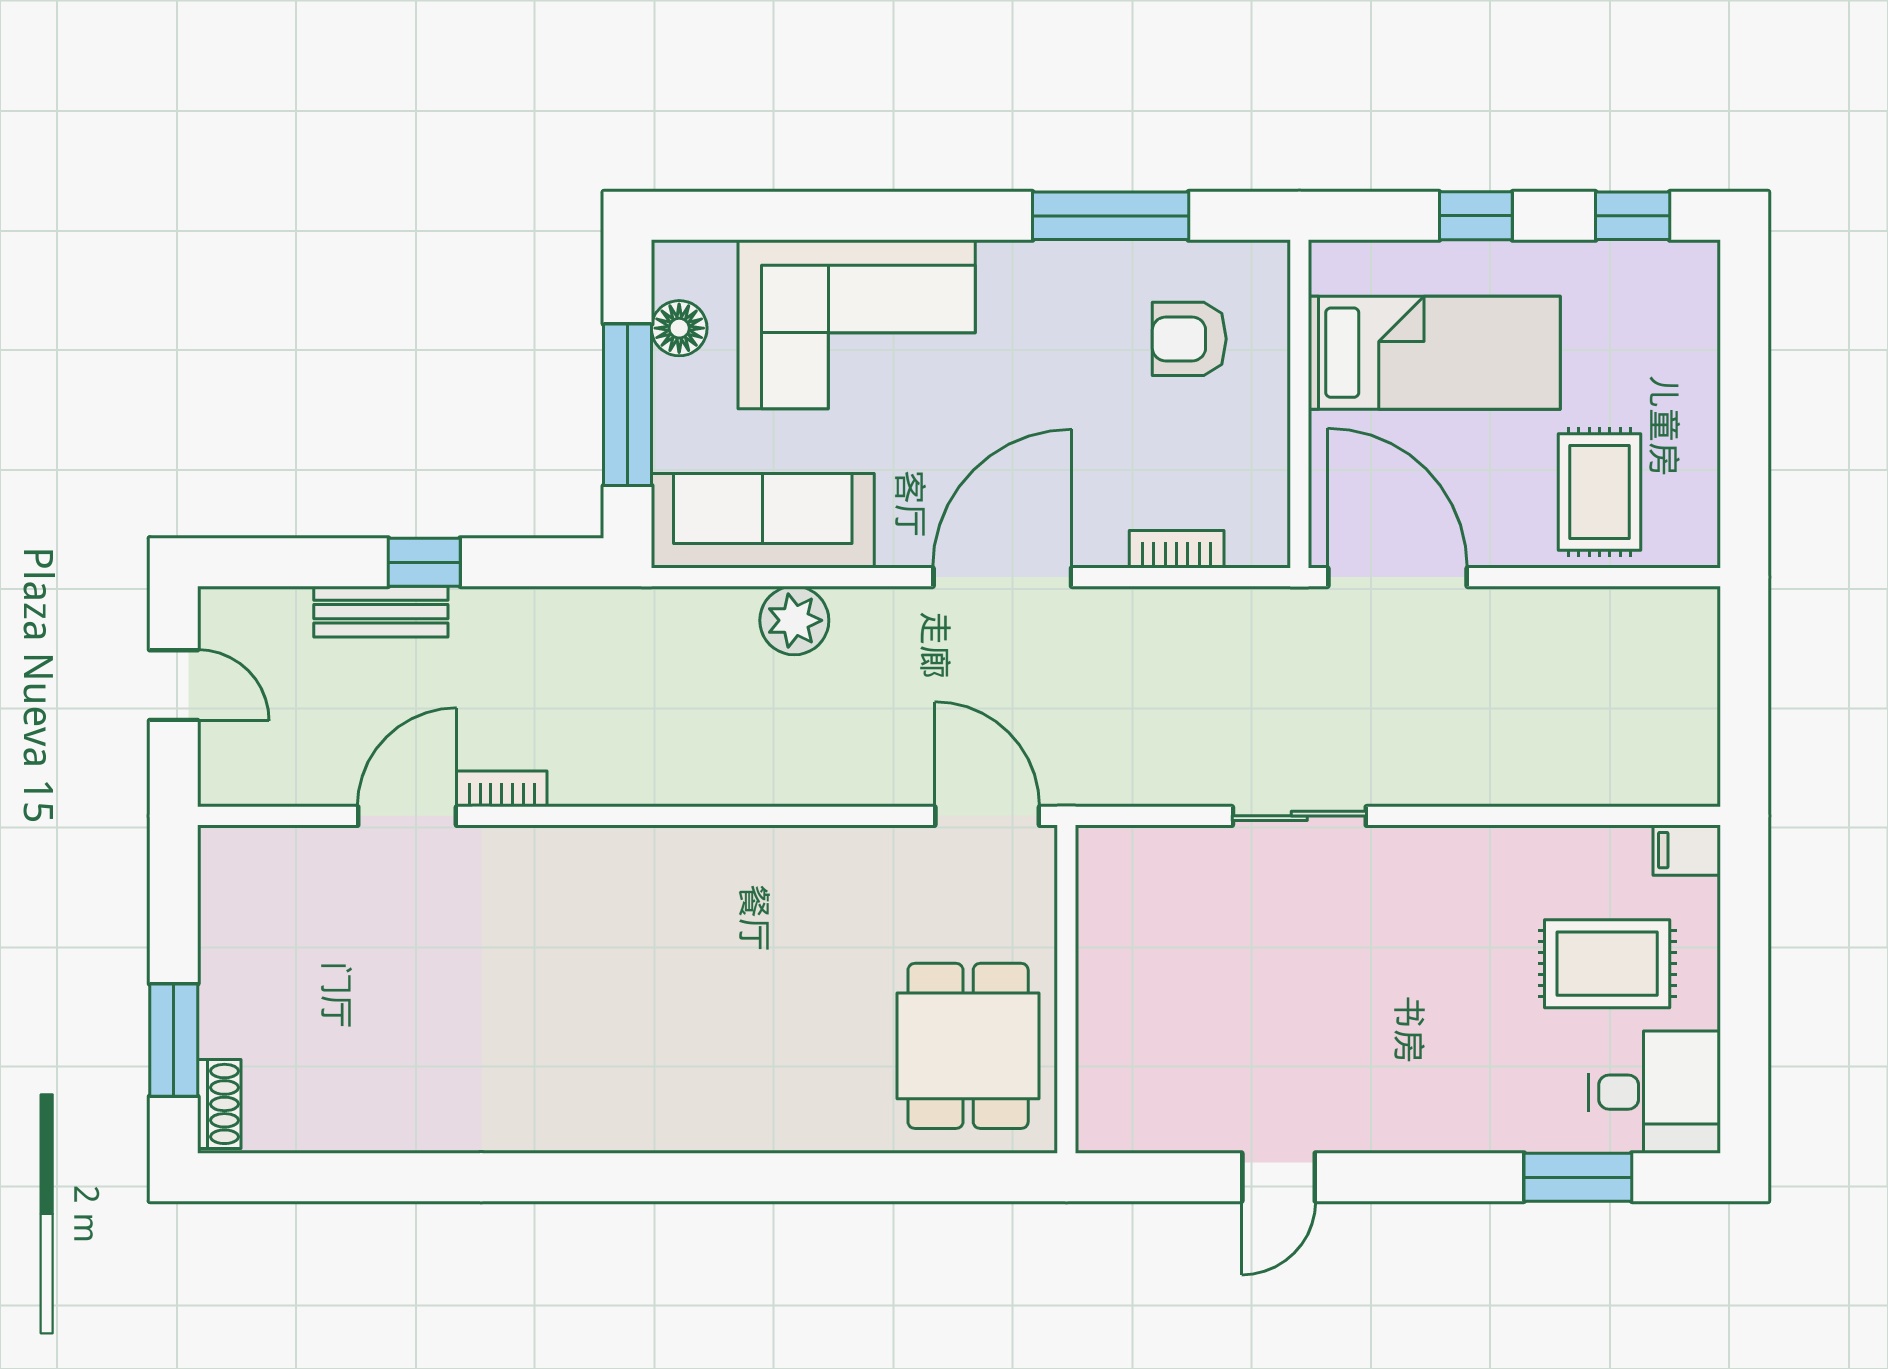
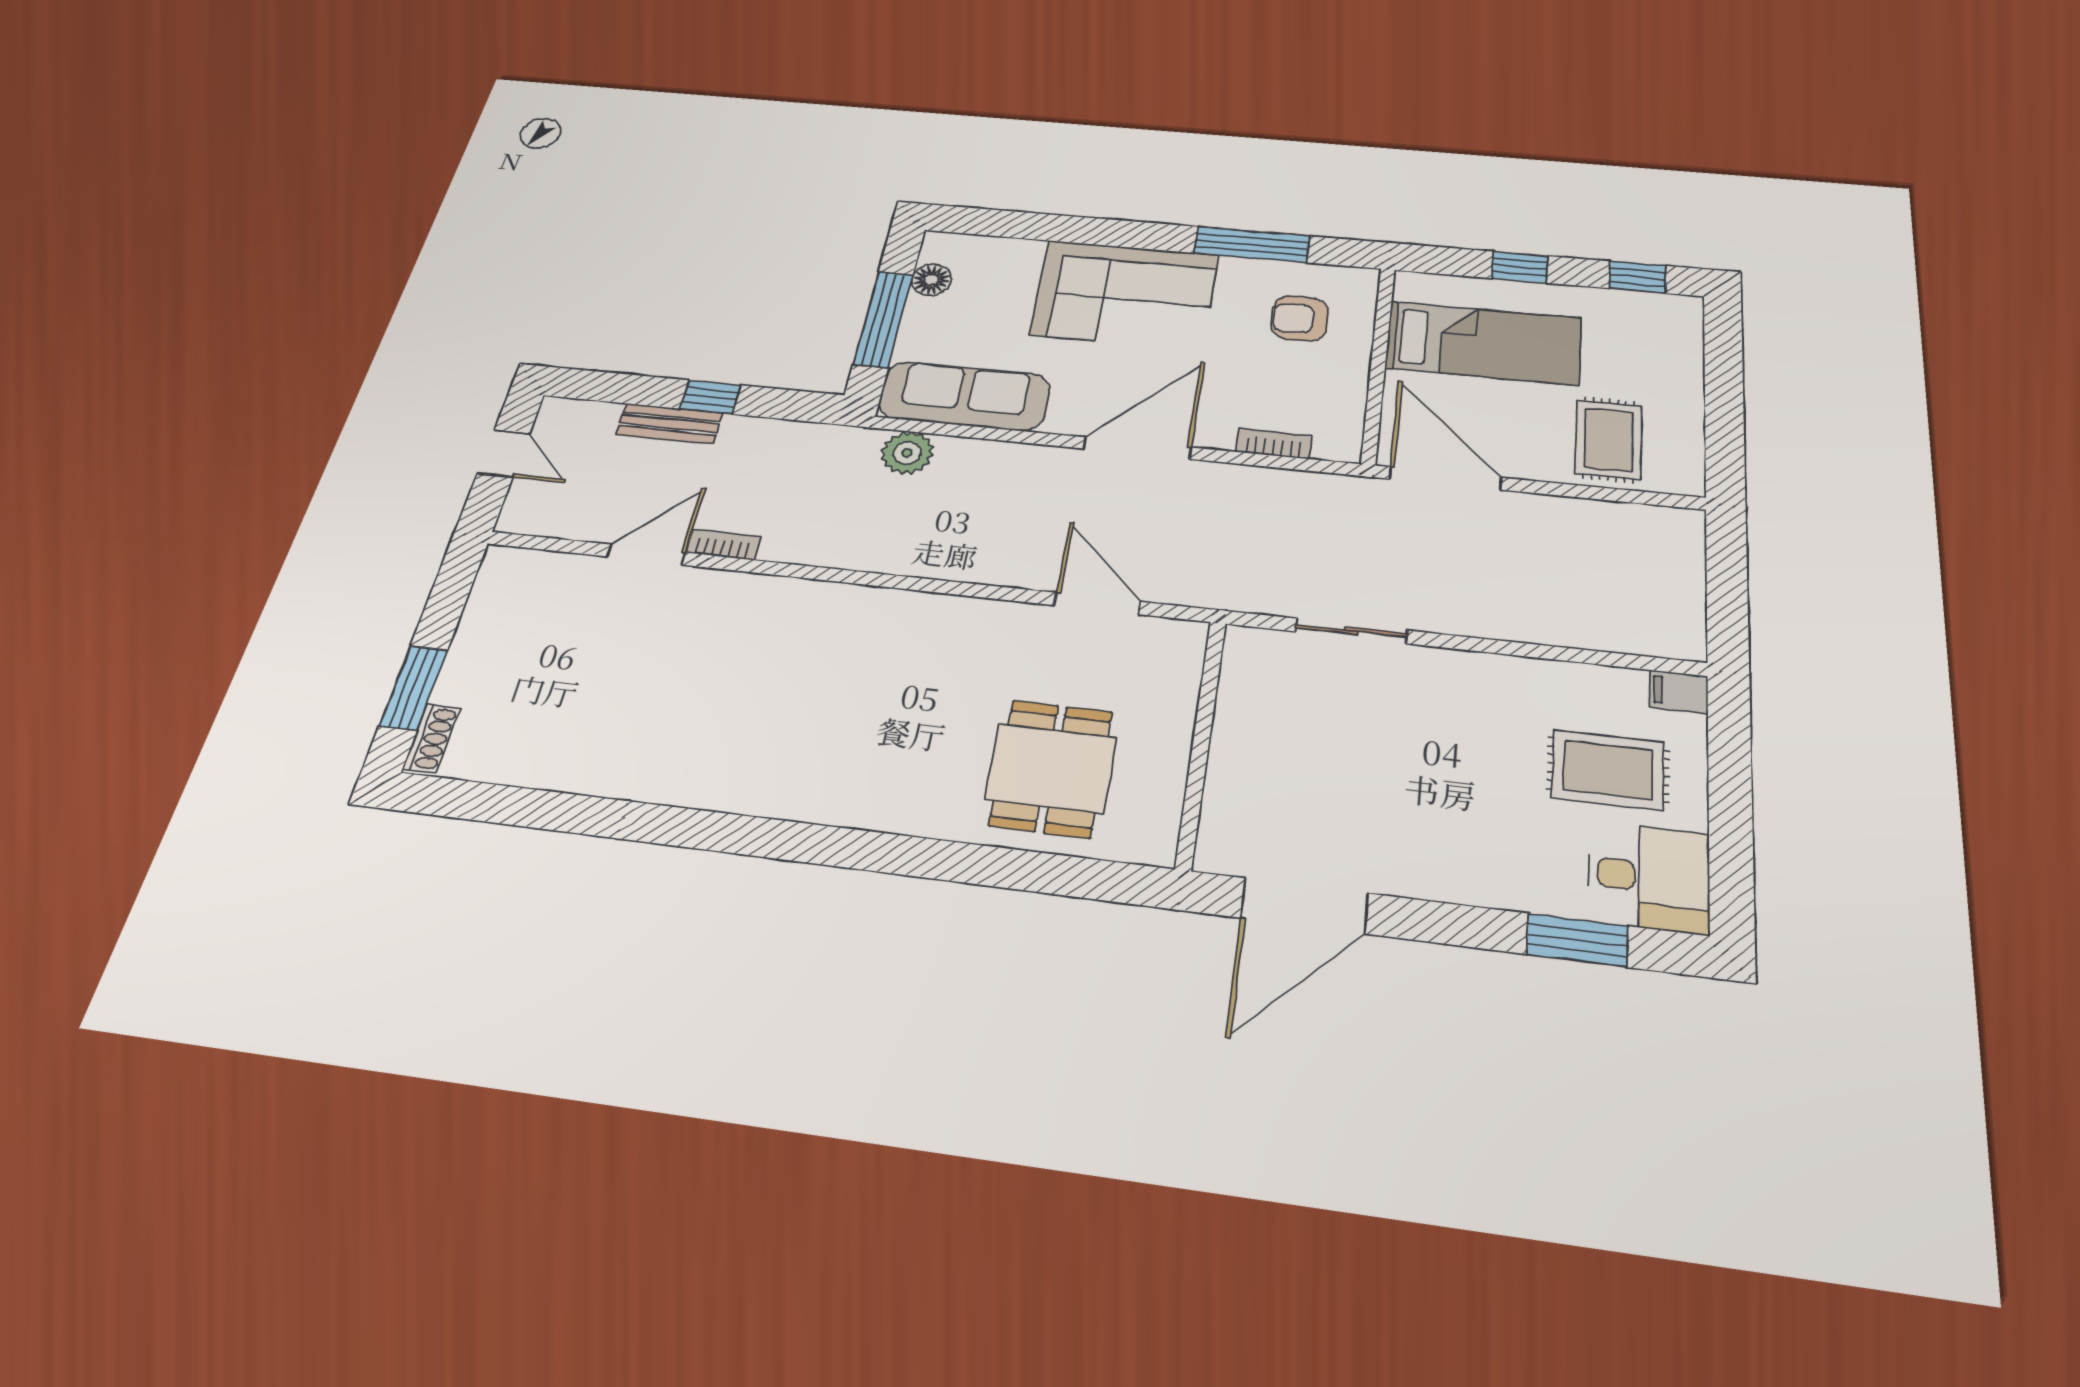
corner sofa: (857, 324) -> (1125, 295), moved
plant: (794, 620) -> (907, 453), moved
wall: (1066, 989) -> (1201, 742), moved
door: (1279, 1177) -> (1305, 906), width x1.87

